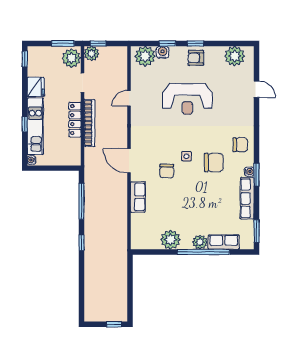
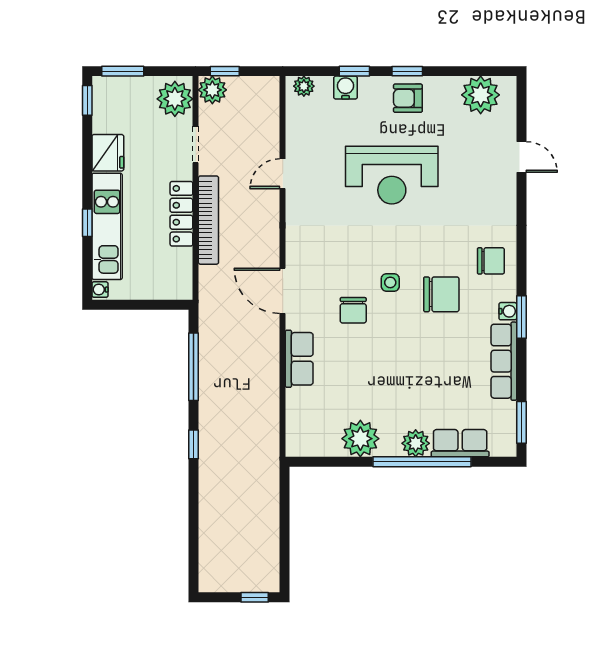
window: (63, 43) -> (123, 71), moved
plant: (145, 56) -> (304, 86), width x0.53, depth x0.53

